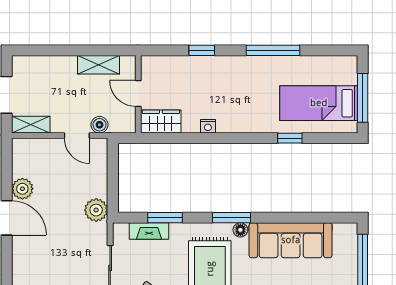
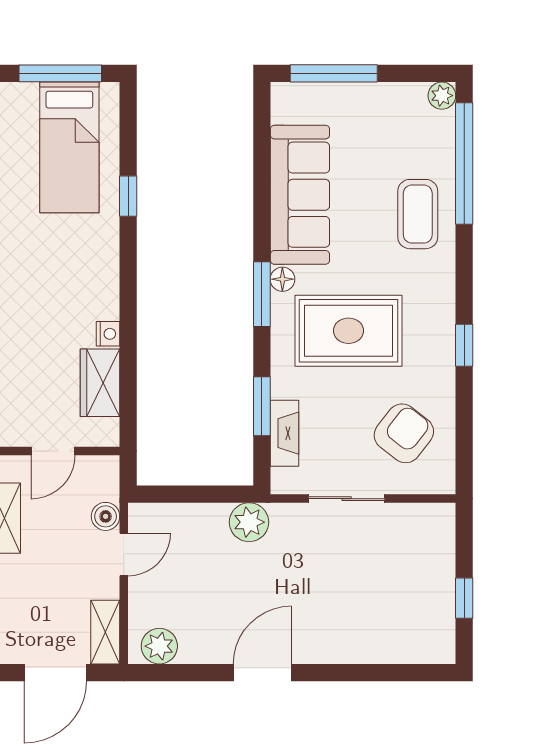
wardrobe: (161, 121) -> (100, 383), moved
plant: (22, 189) -> (159, 646), moved

